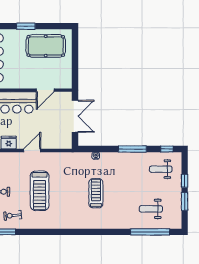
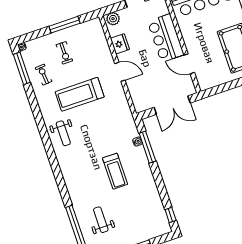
window: (132, 149) -> (147, 147), moved
weight bench: (161, 169) -> (63, 133), moved, turned 180
treadmill: (96, 193) -> (115, 171), moved, turned 90

